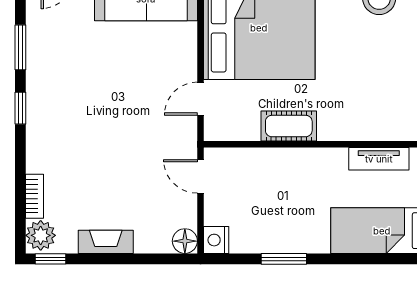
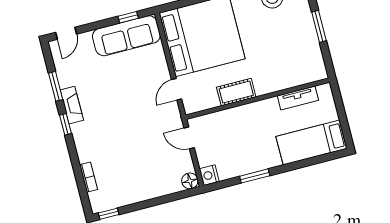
plant: (41, 235) -> (99, 201), removed
fireplace: (106, 242) -> (72, 105), moved, turned 90

